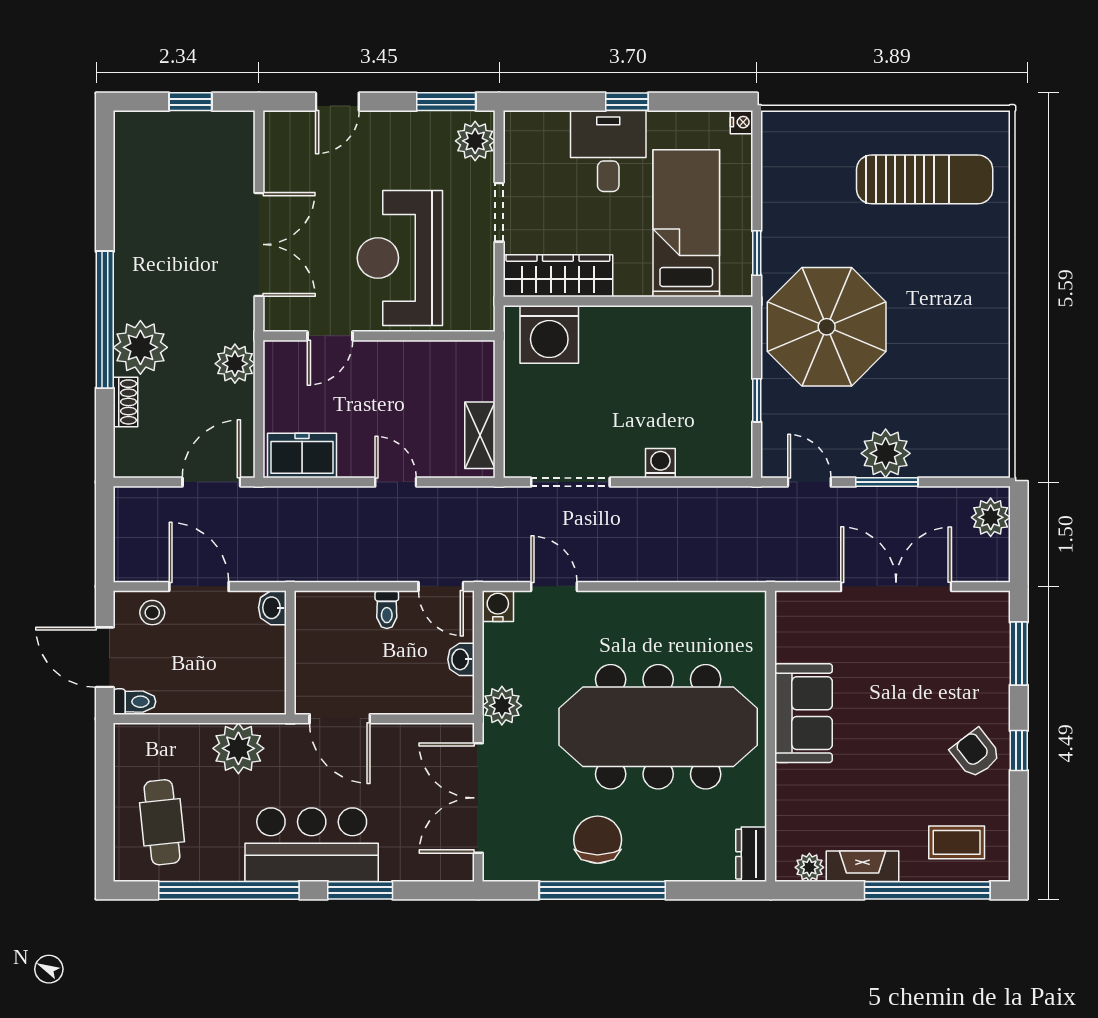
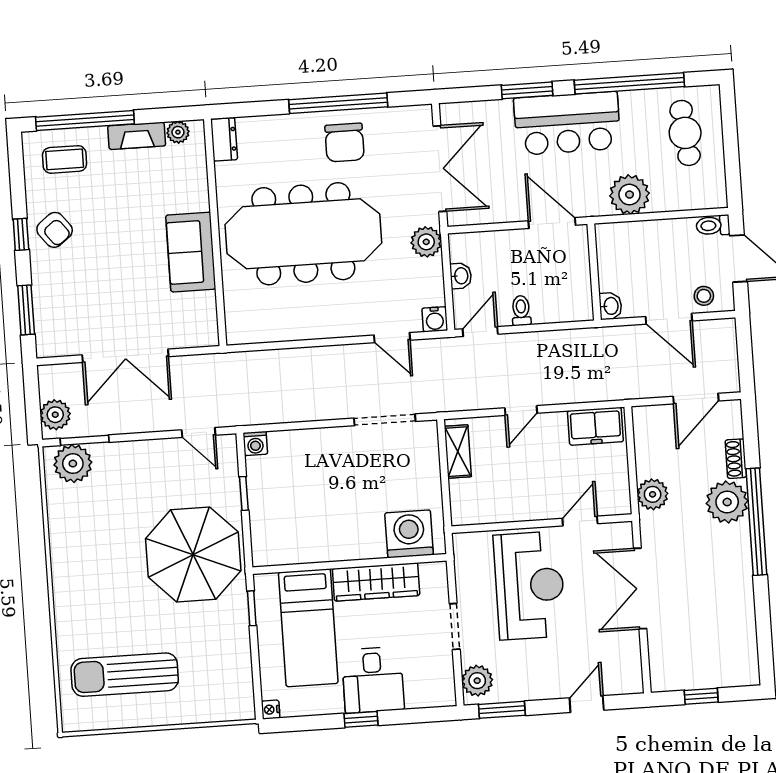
wardrobe: (558, 276) -> (376, 582), moved
plant: (886, 453) -> (73, 464), moved
washing machine: (660, 463) -> (255, 443), moved
door: (211, 482) -> (696, 399), moved
door: (396, 482) -> (521, 411), hinge flipped
window: (887, 482) -> (85, 440), moved
door: (441, 586) -> (480, 332), hinge flipped

